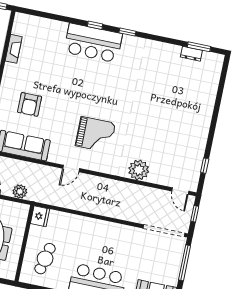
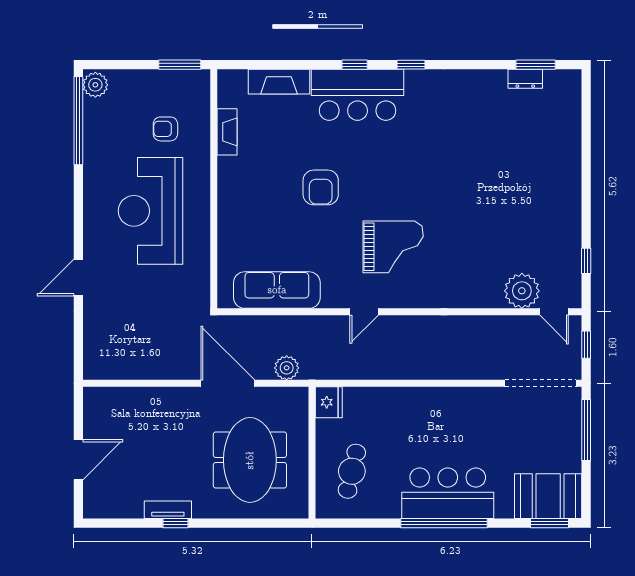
fireplace: (49, 26) -> (279, 82), added
armchair: (30, 104) -> (321, 187), moved
plant: (139, 170) -> (522, 291), moved

